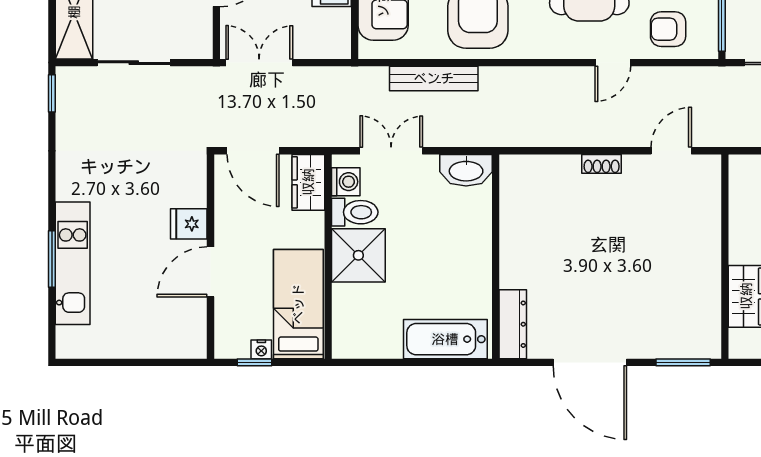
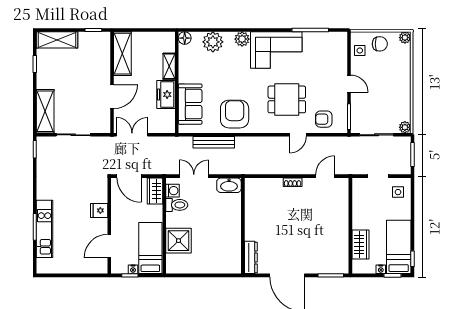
shower: (358, 255) -> (179, 241), moved
door: (211, 272) -> (109, 246), moved
bathtub: (445, 339) -> (219, 264), removed

